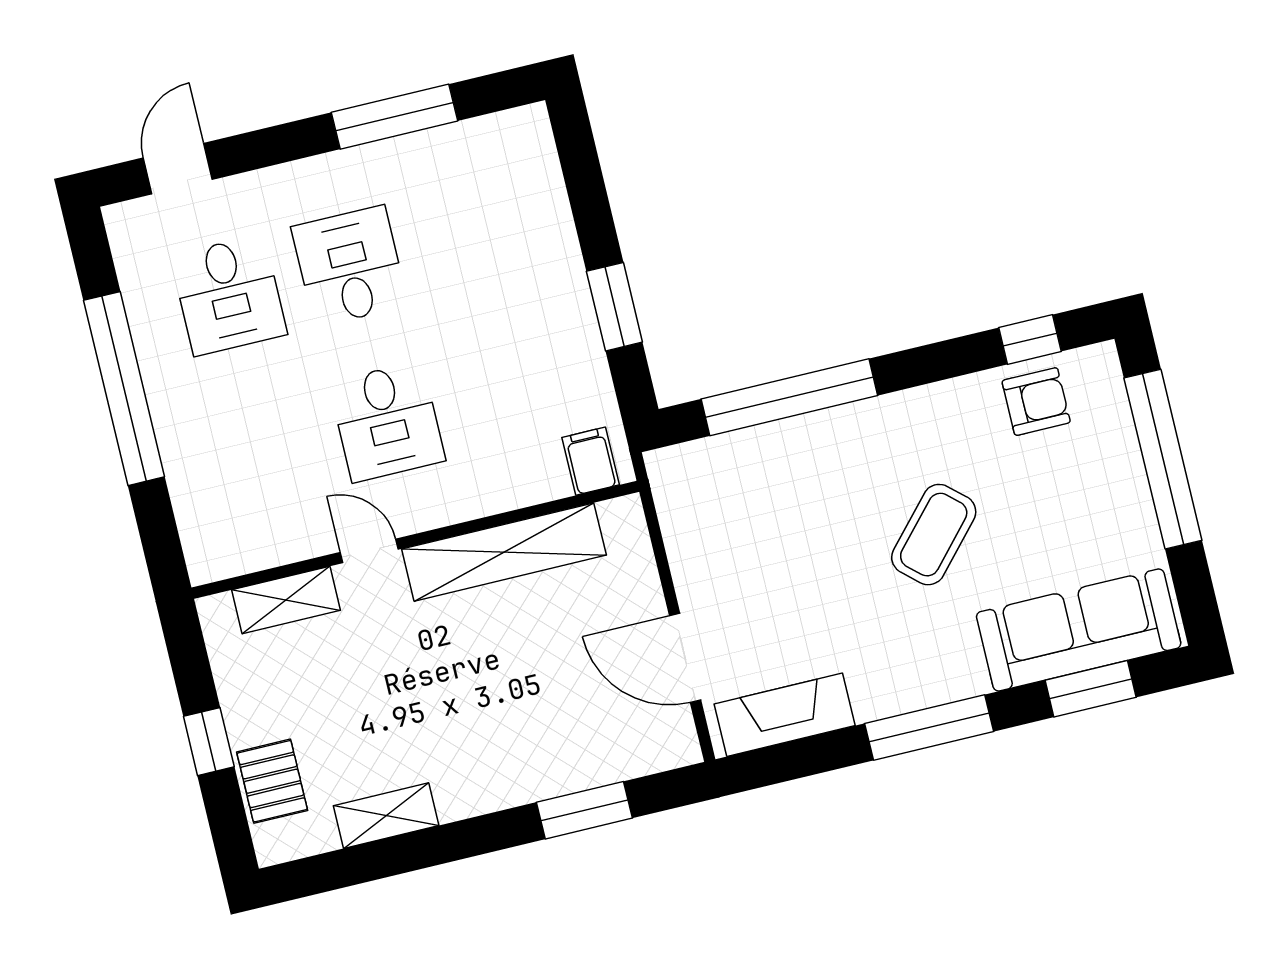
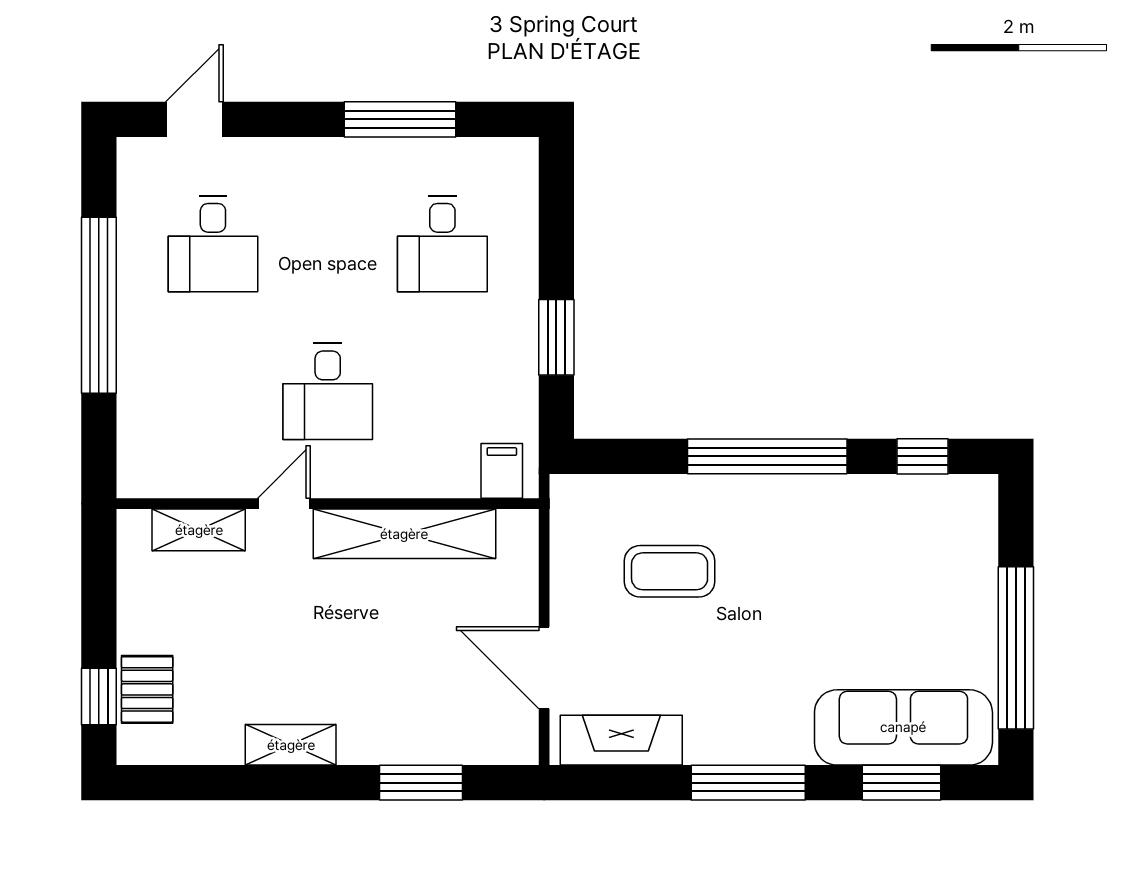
desk: (350, 266) -> (442, 244), moved, turned 180
window: (789, 397) -> (767, 456), moved
armchair: (1036, 402) -> (914, 513), removed
window: (1163, 459) -> (1016, 648), moved
coffee table: (934, 535) -> (670, 571), moved, turned 48
door: (369, 551) -> (284, 504), hinge flipped
window: (209, 742) -> (99, 697), moved
shelving: (386, 816) -> (291, 745), moved

